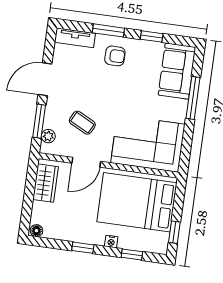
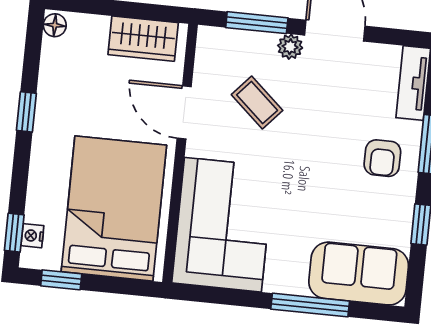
coffee table: (82, 123) -> (257, 103), turned -75
plant: (48, 136) -> (290, 47), moved
nightstand: (111, 242) -> (32, 236), moved
window: (132, 254) -> (14, 233), moved

